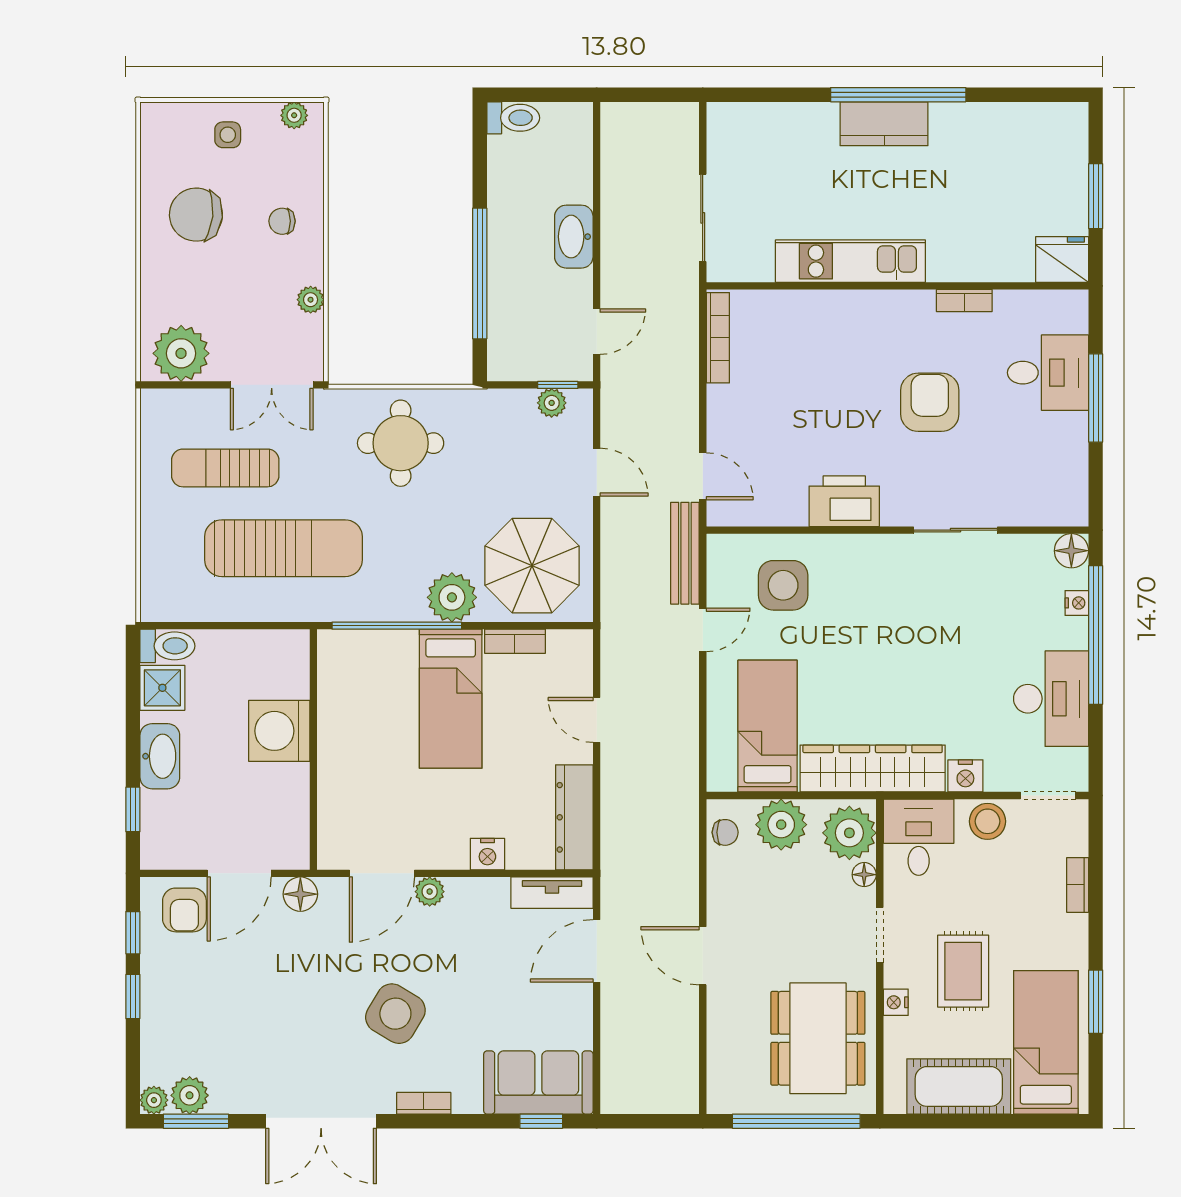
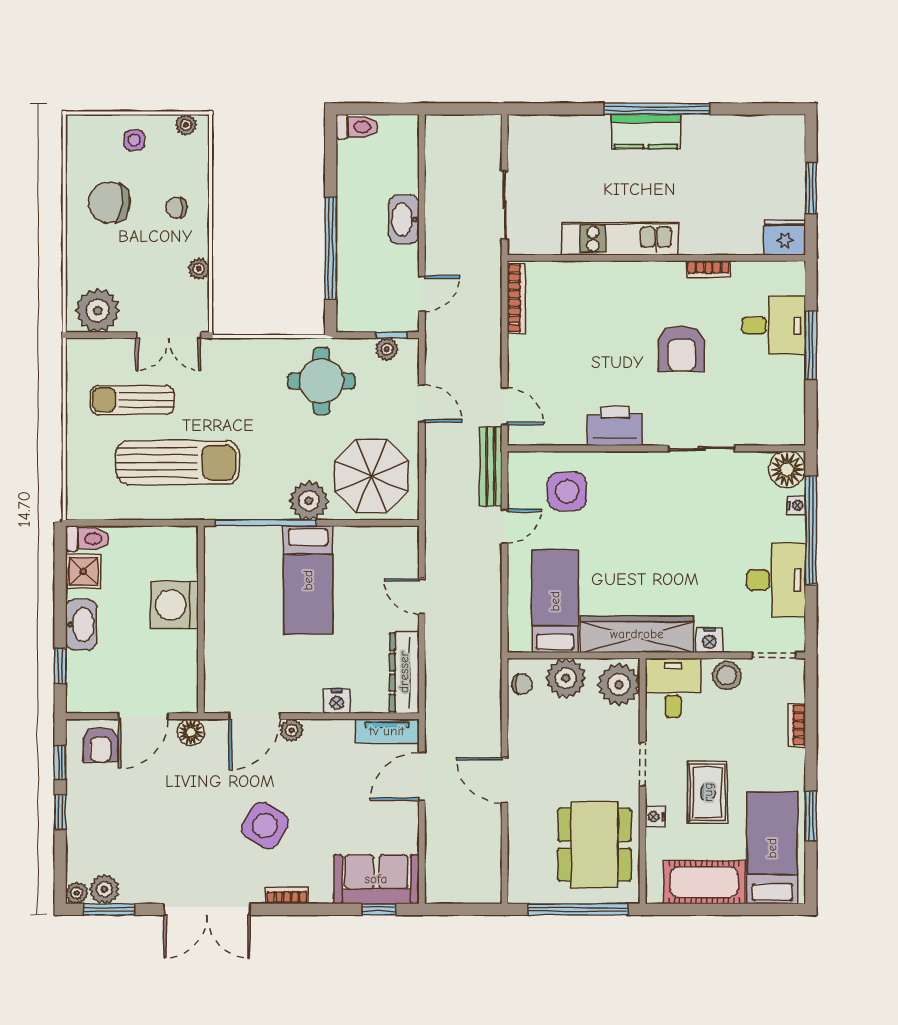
armchair: (930, 402) -> (682, 349), turned 180
round table: (401, 443) -> (321, 381), moved
floor lamp: (1071, 551) -> (787, 469), width x1.38, depth x1.38
bookcase: (515, 641) -> (358, 535), removed
floor lamp: (864, 875) -> (630, 717), removed

